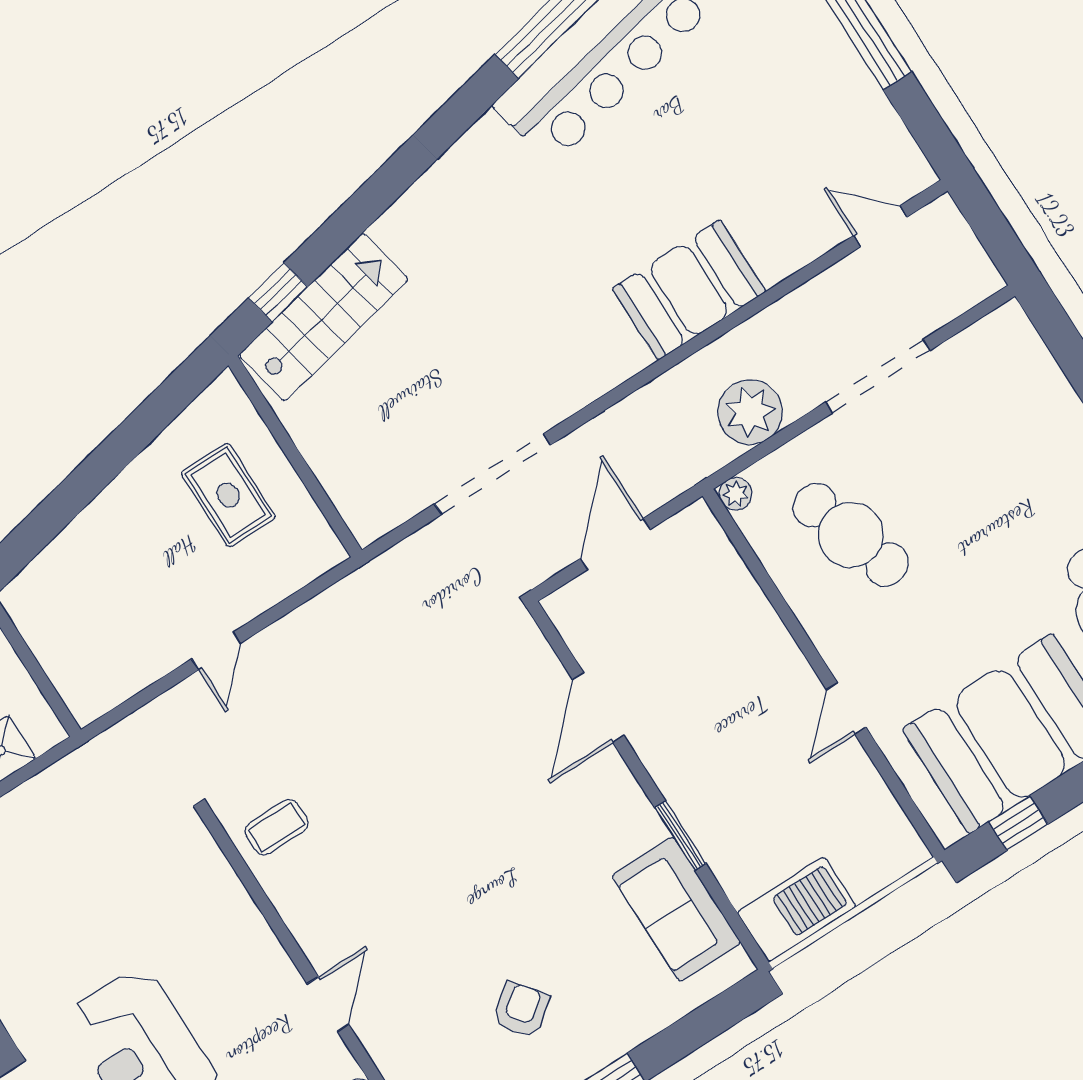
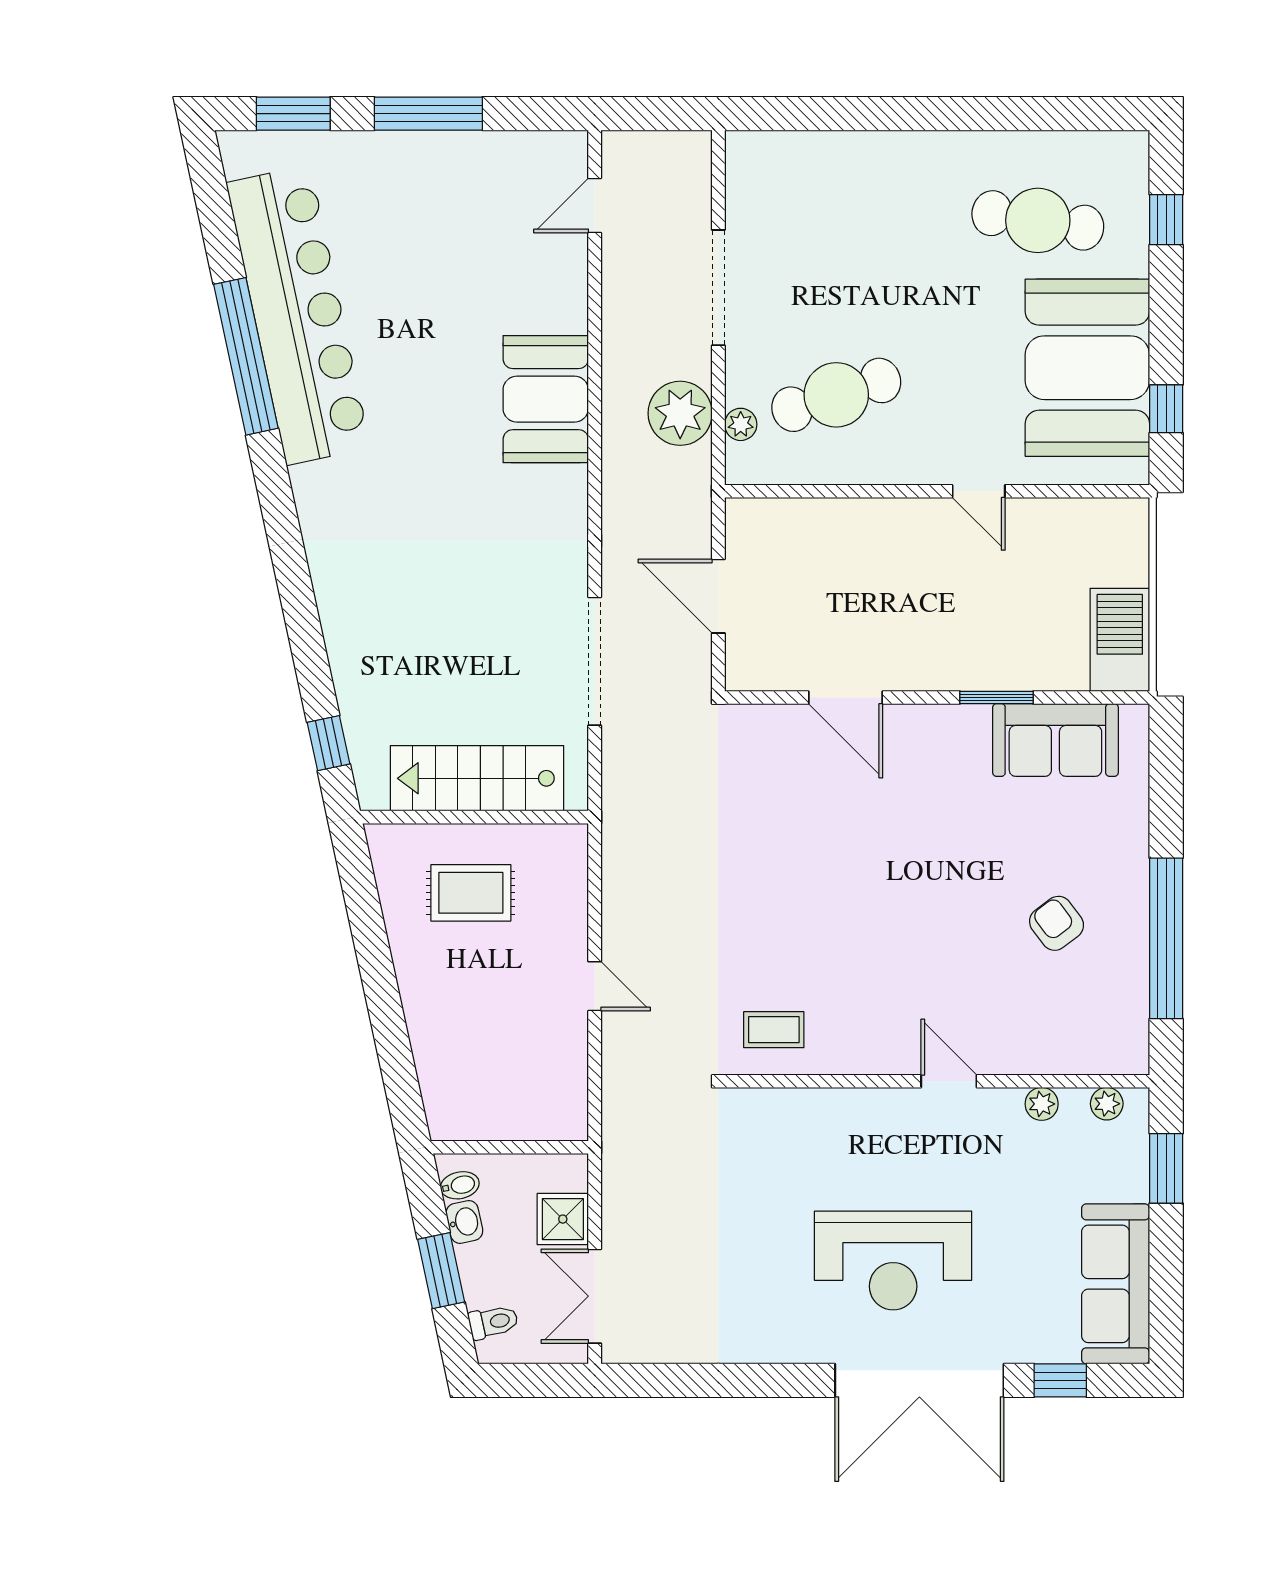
stairs: (324, 317) -> (477, 778), moved, turned -78
plant: (736, 494) -> (741, 424), moved
coffee table: (277, 827) -> (774, 1030), turned 90

